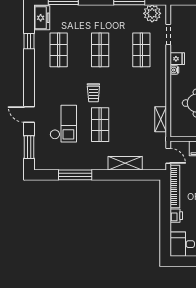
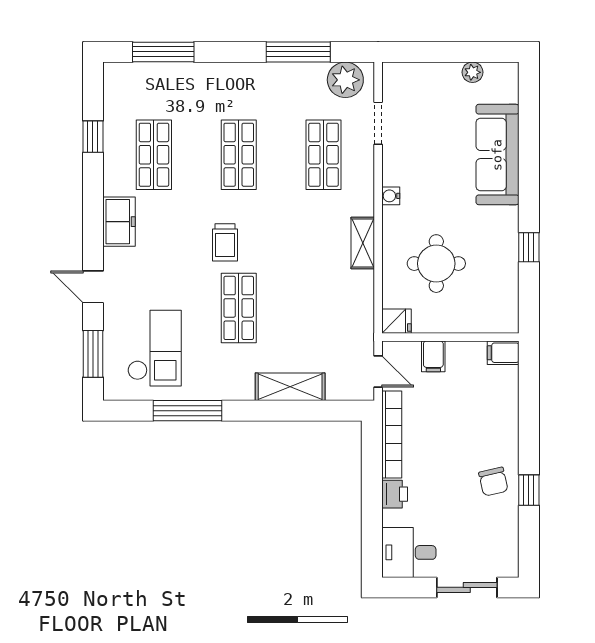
freezer: (42, 18) -> (119, 222), moved
fridge: (177, 59) -> (397, 321), moved
shelving: (161, 119) -> (363, 243), moved
checkout: (63, 124) -> (155, 348), moved

